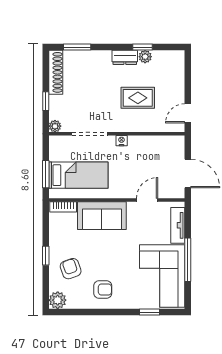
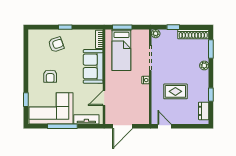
dresser: (125, 57) -> (204, 111), moved
plant: (145, 57) -> (204, 65), moved
rug: (138, 98) -> (175, 91), turned 90
door: (147, 200) -> (104, 98), swing flipped
armchair: (103, 290) -> (50, 76), moved
plant: (58, 300) -> (34, 35), removed

